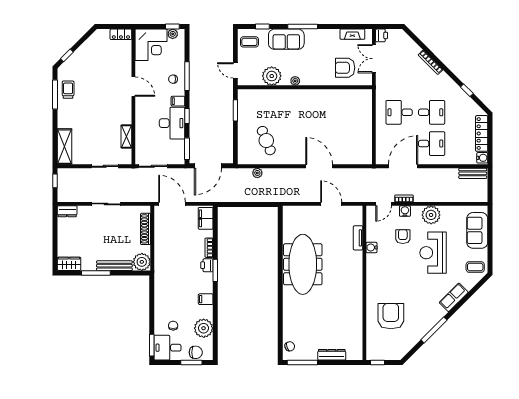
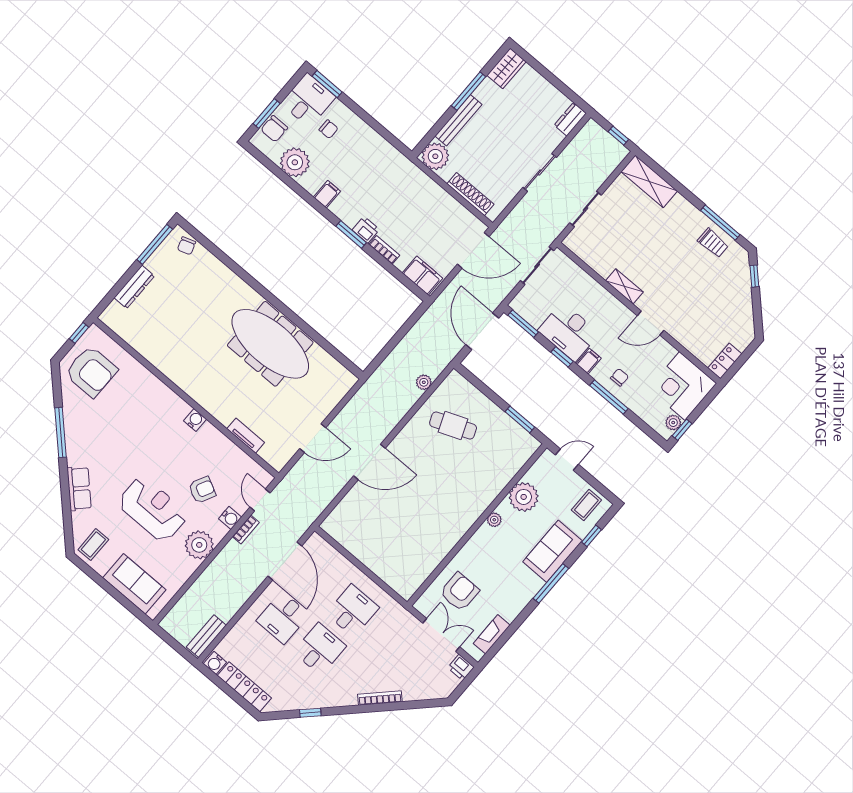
desk: (432, 112) -> (320, 649), turned 180
shelving: (126, 136) -> (624, 286), moved
armchair: (403, 237) -> (202, 490), turned -63
water cooler: (372, 247) -> (195, 420), moved
armchair: (391, 316) -> (91, 371), moved

